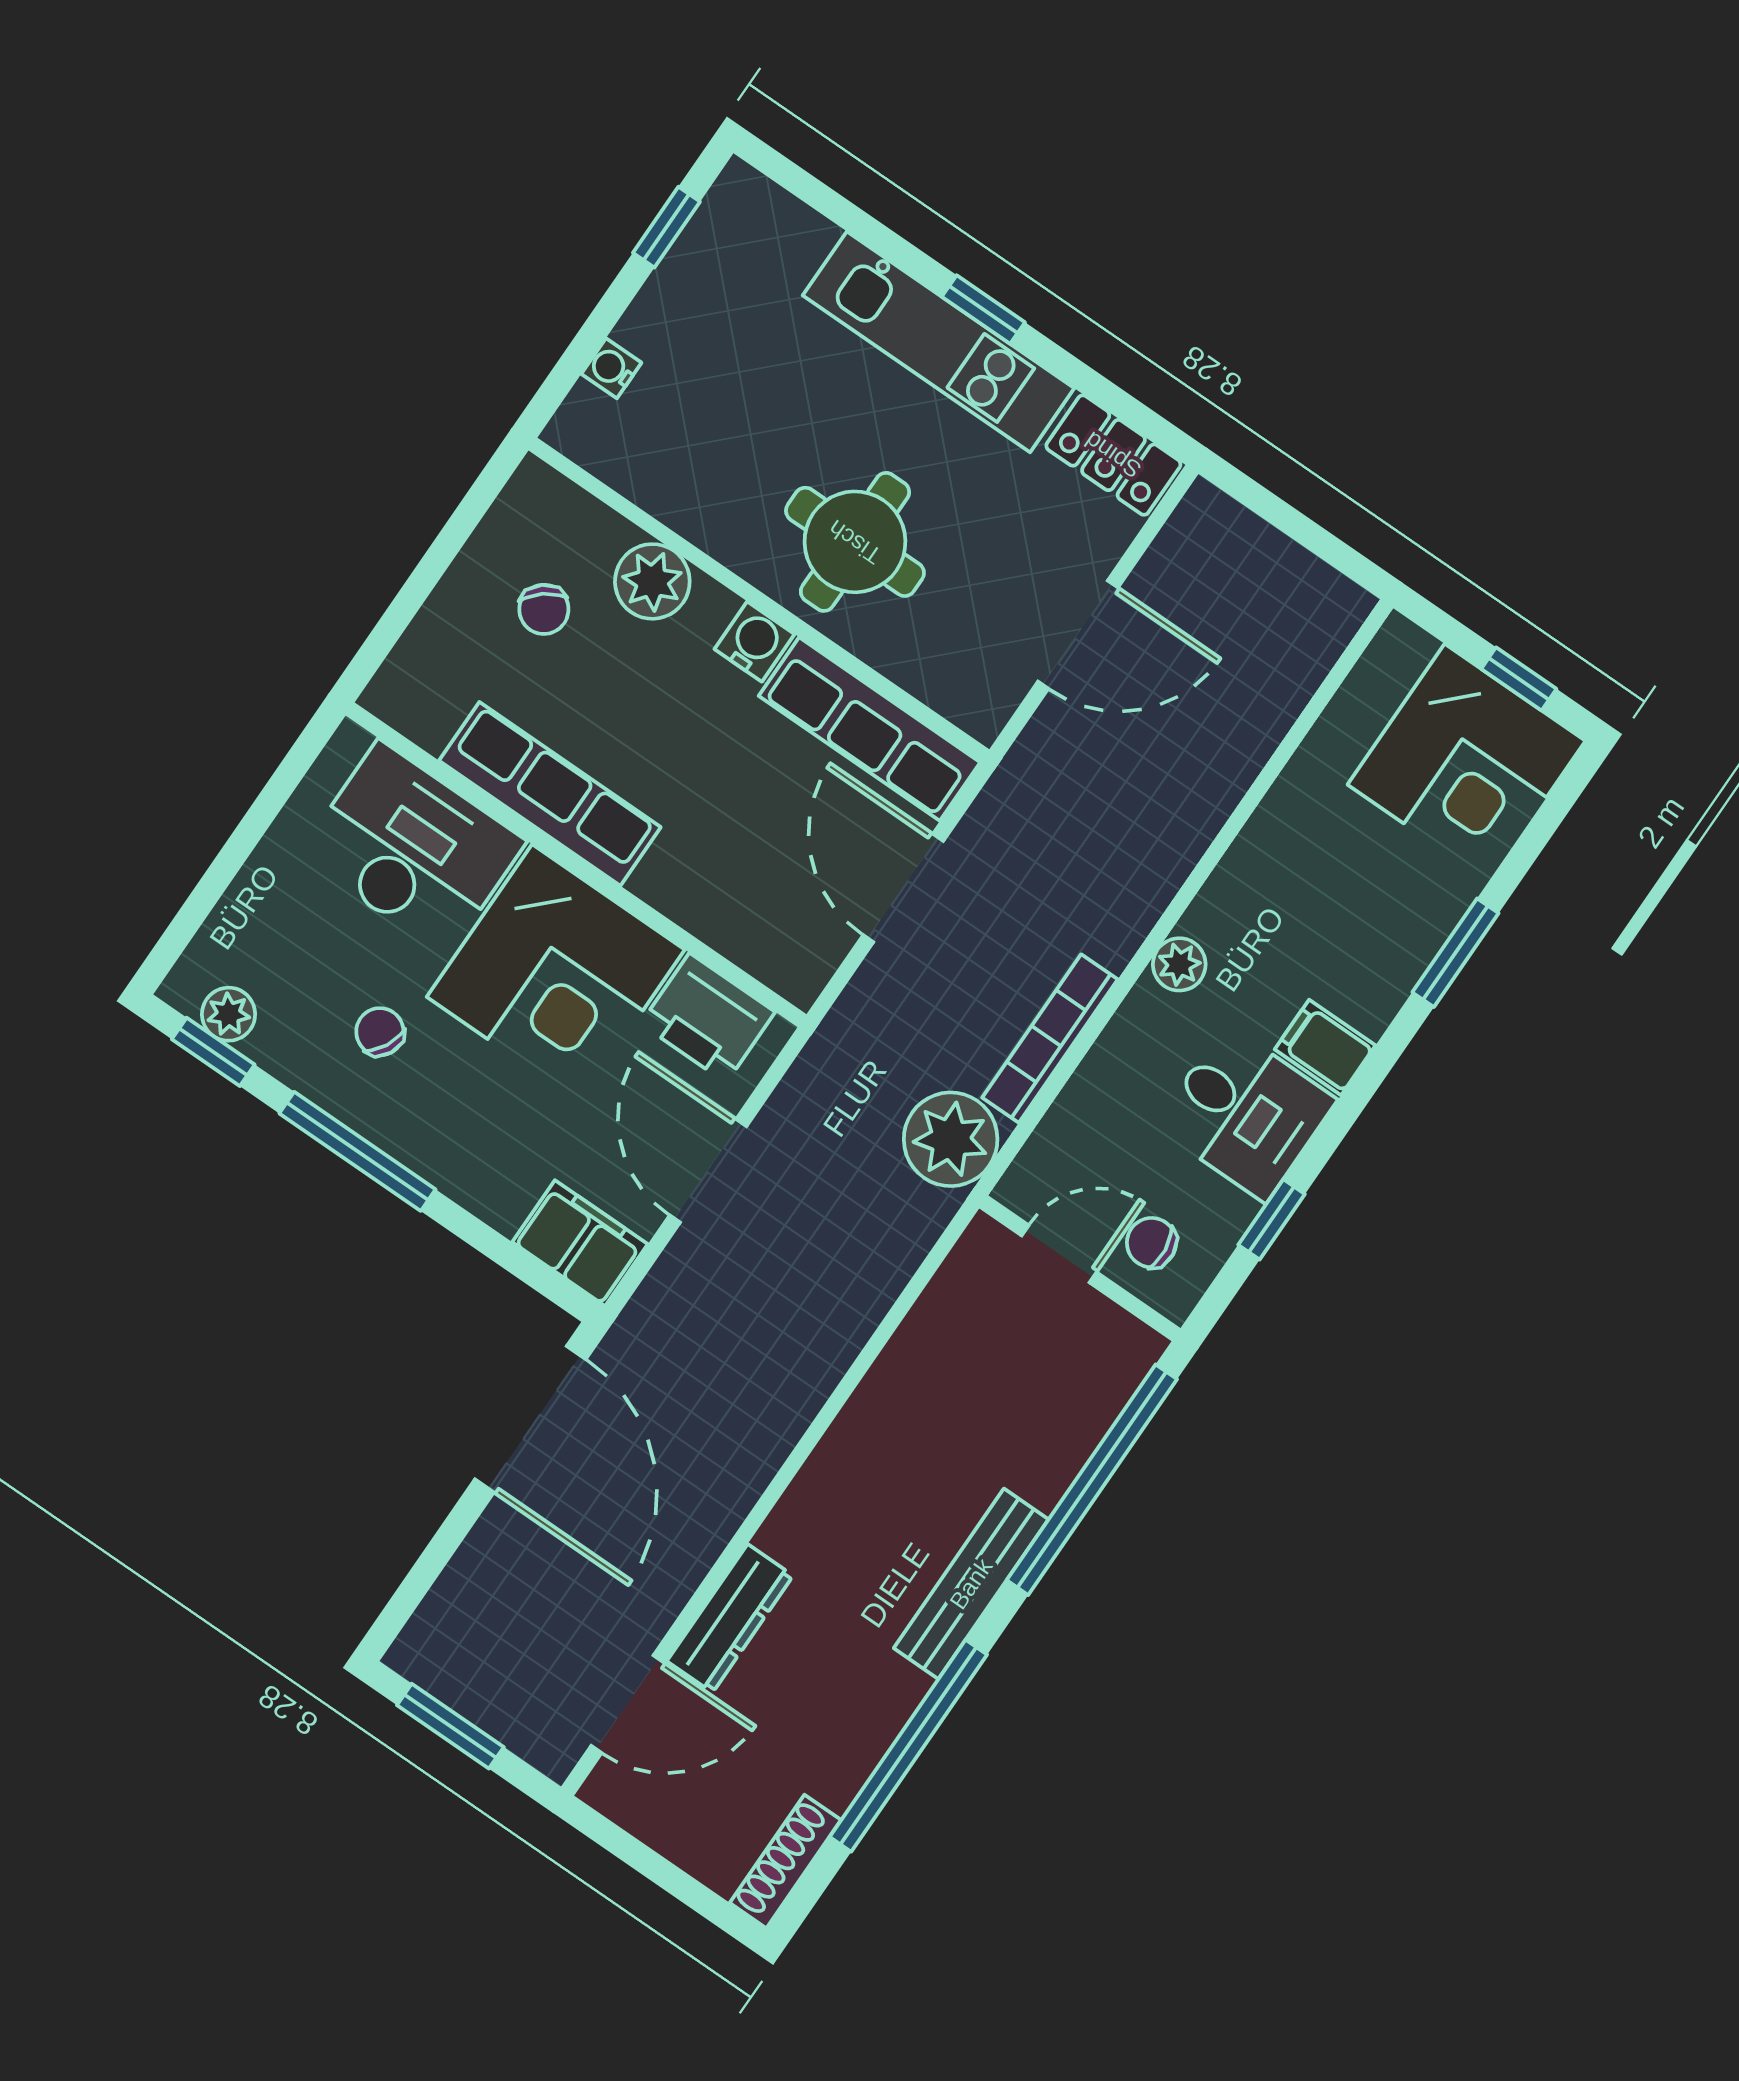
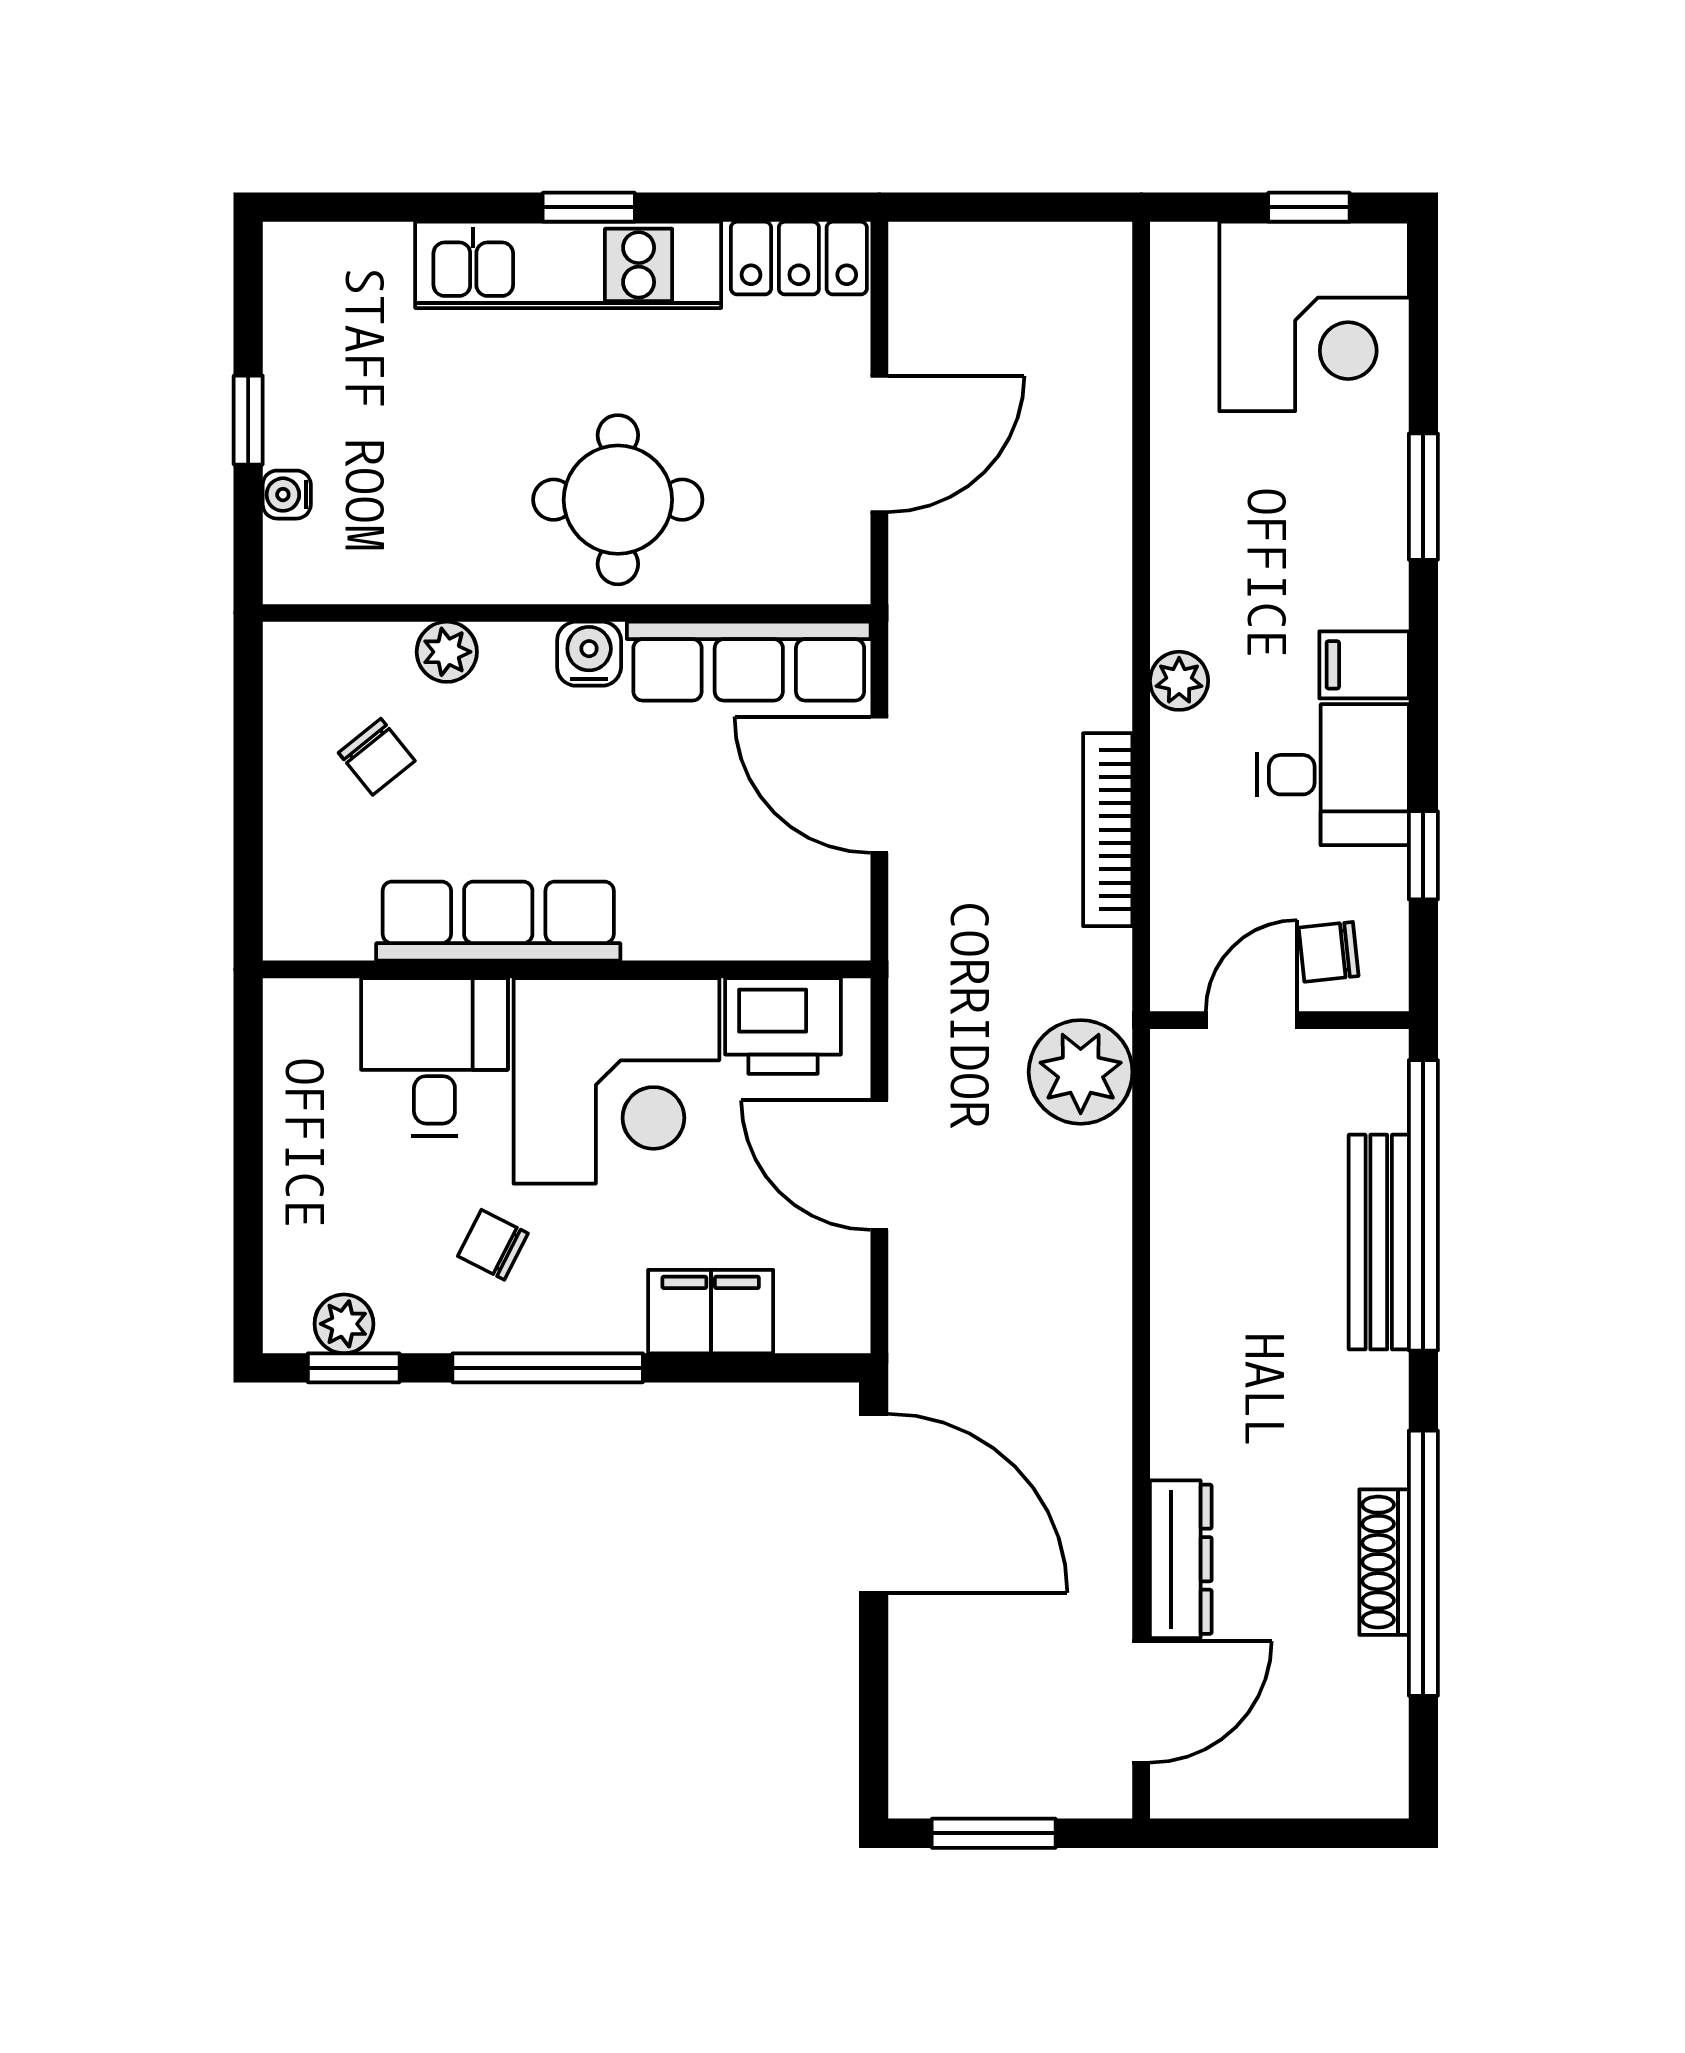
window: (666, 227) -> (248, 420), moved
plant: (652, 581) -> (447, 652), width x0.73, depth x0.73
desk: (412, 848) -> (434, 1057), width x0.73
plant: (951, 1139) -> (1081, 1072), moved
filing cabinet: (580, 1243) -> (711, 1312), moved
bench: (971, 1584) -> (1379, 1242), moved
shoe rack: (785, 1861) -> (1384, 1562), moved

